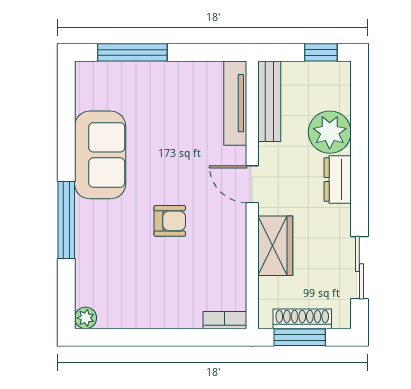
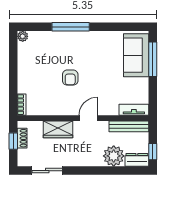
tv unit: (235, 103) -> (134, 110), width x0.71
sofa: (100, 155) -> (136, 55), moved, turned 90
dresser: (338, 179) -> (137, 160), moved
shoe rack: (302, 319) -> (22, 138), width x0.70
window: (300, 337) -> (13, 141), width x0.67

